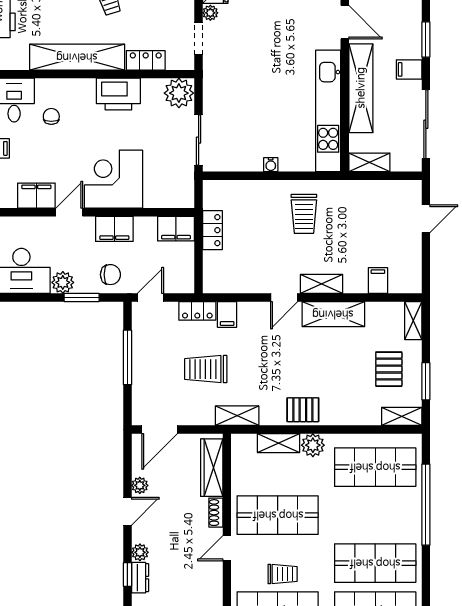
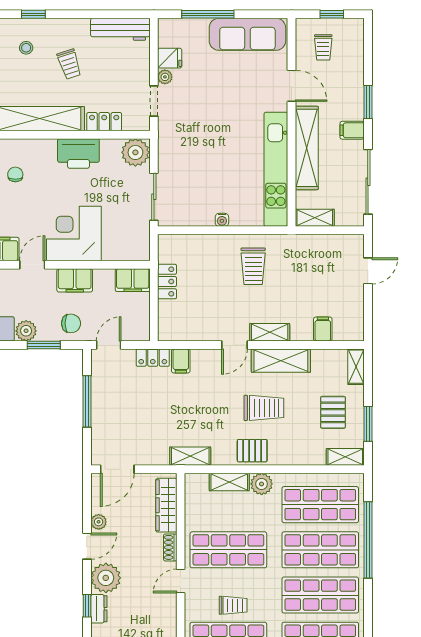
trolley: (206, 369) -> (264, 408), moved, turned 180
shop shelf: (375, 515) -> (320, 550), added
plant: (140, 552) -> (106, 578), width x1.87, depth x1.87

